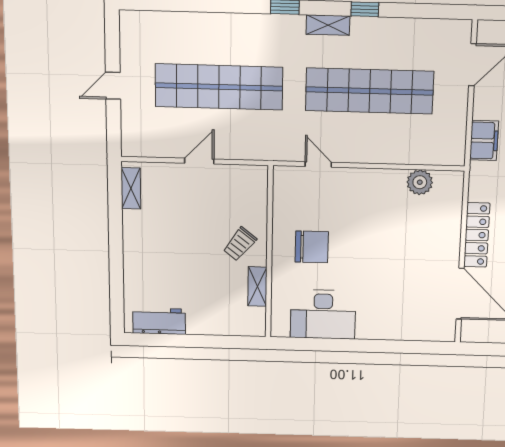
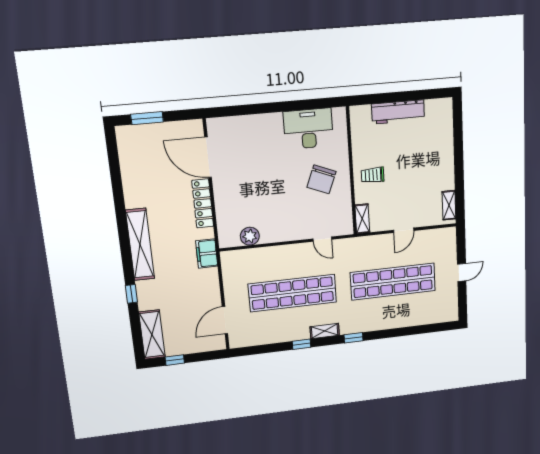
filing cabinet: (484, 140) -> (207, 254), moved
trolley: (240, 244) -> (373, 175), turned -128
chair: (312, 247) -> (321, 179), turned -68
shelving: (257, 287) -> (362, 219), moved
workbench: (159, 321) -> (398, 112), moved, width x1.37

